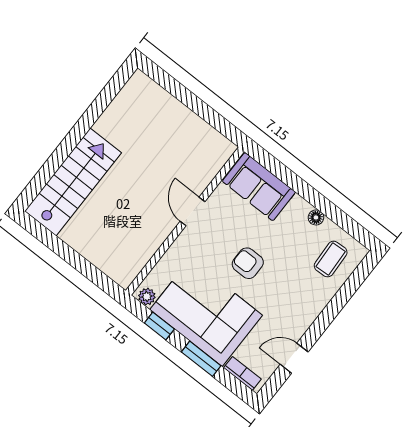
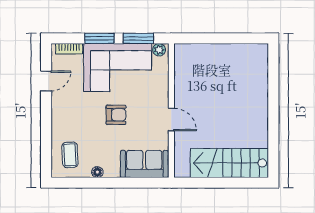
stairs: (73, 182) -> (229, 163), moved, turned 90
window: (159, 326) -> (138, 38), width x1.50

